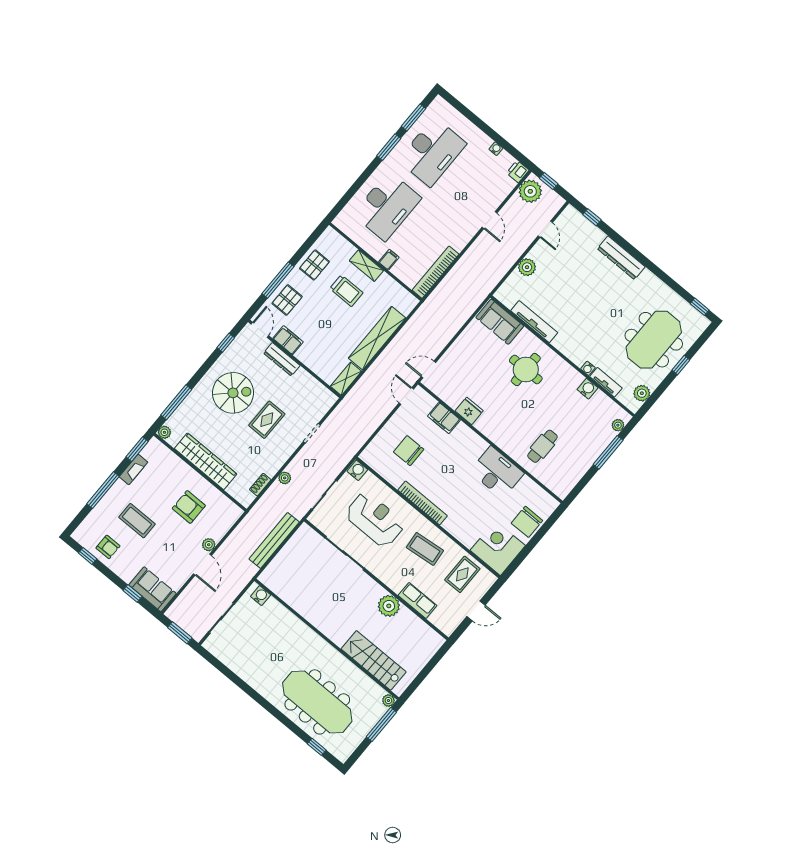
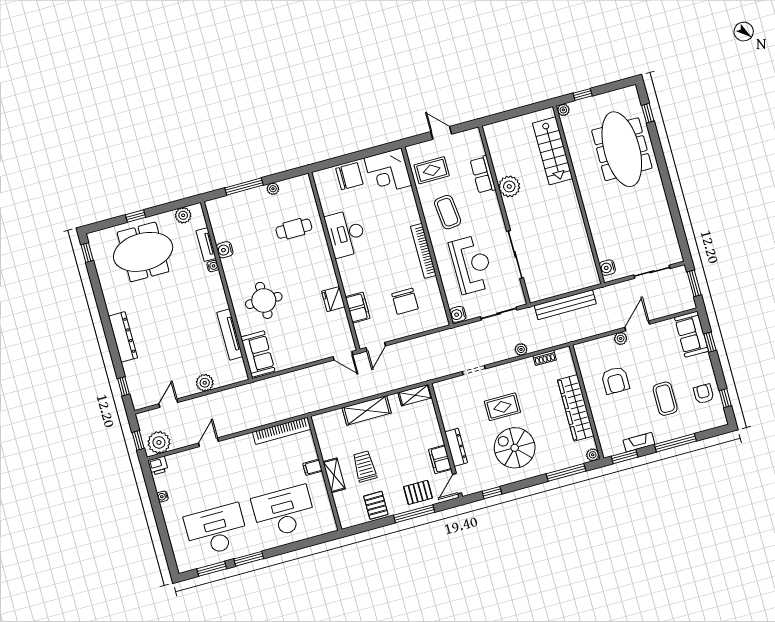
pallet: (314, 265) -> (376, 505), turned 90
shelving: (377, 338) -> (367, 410), width x0.68
plant: (618, 425) -> (273, 189), moved
reception desk: (375, 520) -> (471, 264), turned 180
window: (381, 724) -> (583, 94), width x0.46

